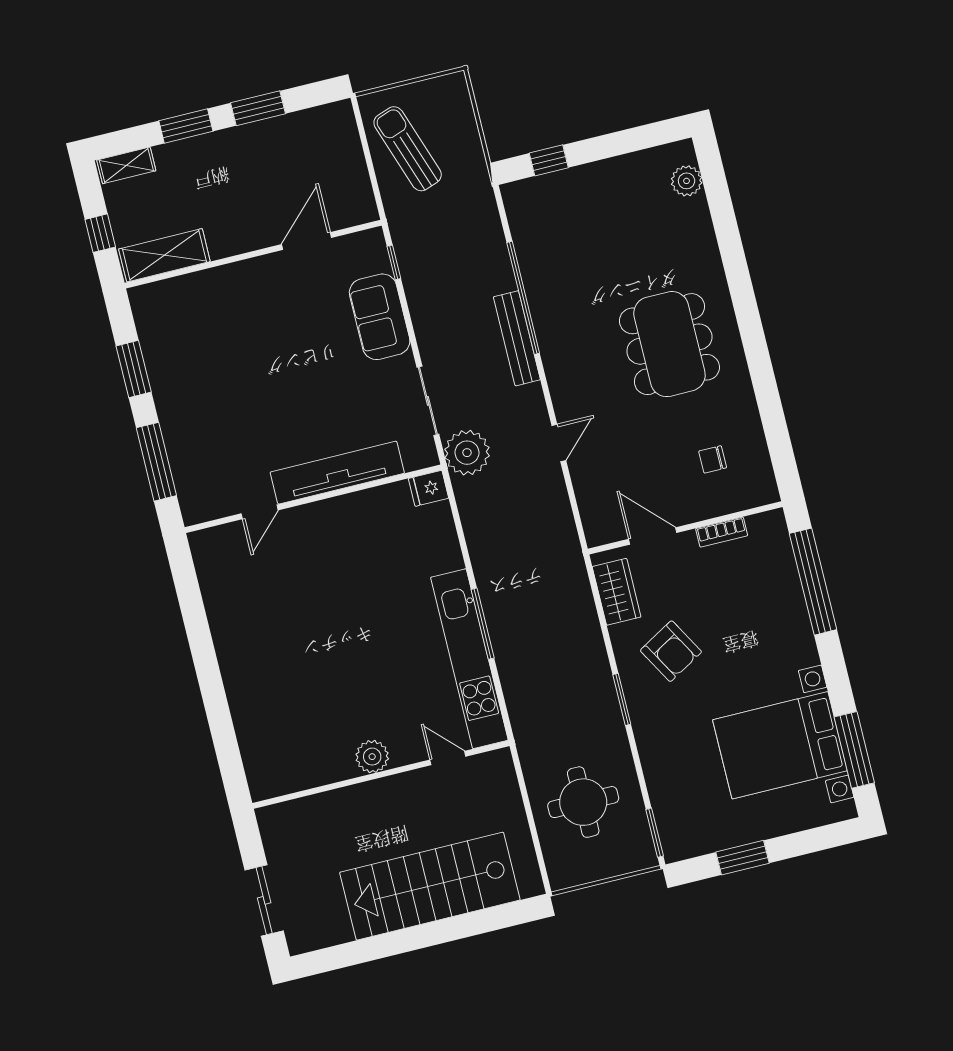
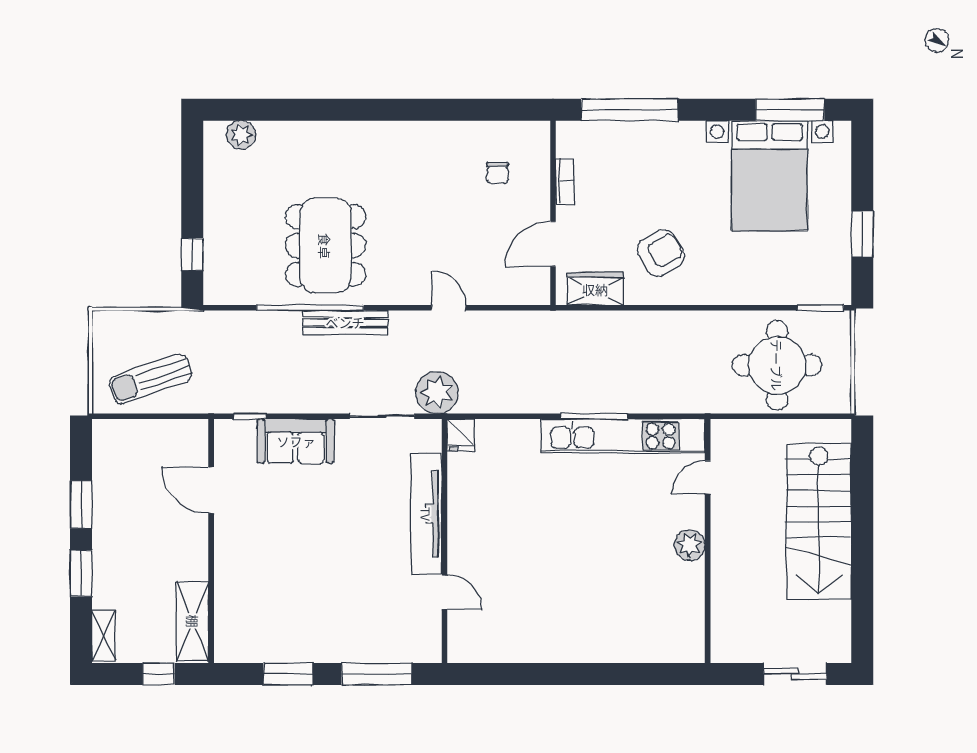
dining table: (669, 344) -> (325, 246), moved, turned 90
window: (622, 699) -> (693, 308), removed
round table: (583, 802) -> (777, 365), width x1.36, depth x1.36

